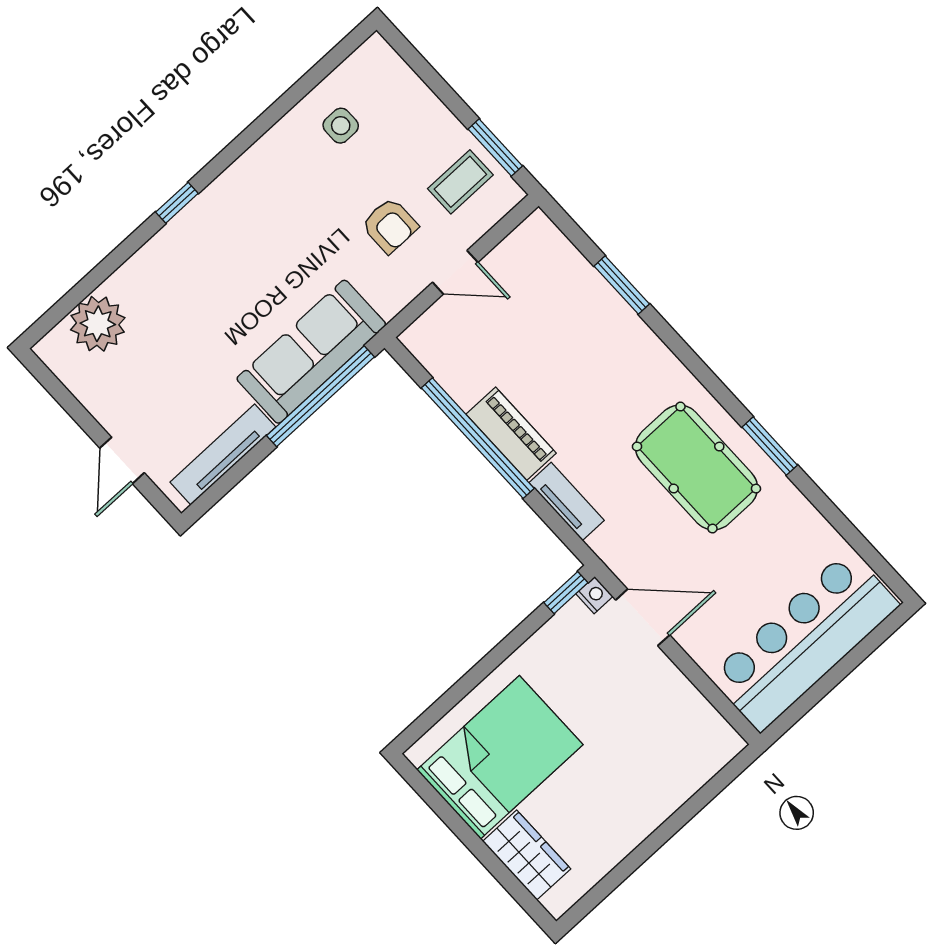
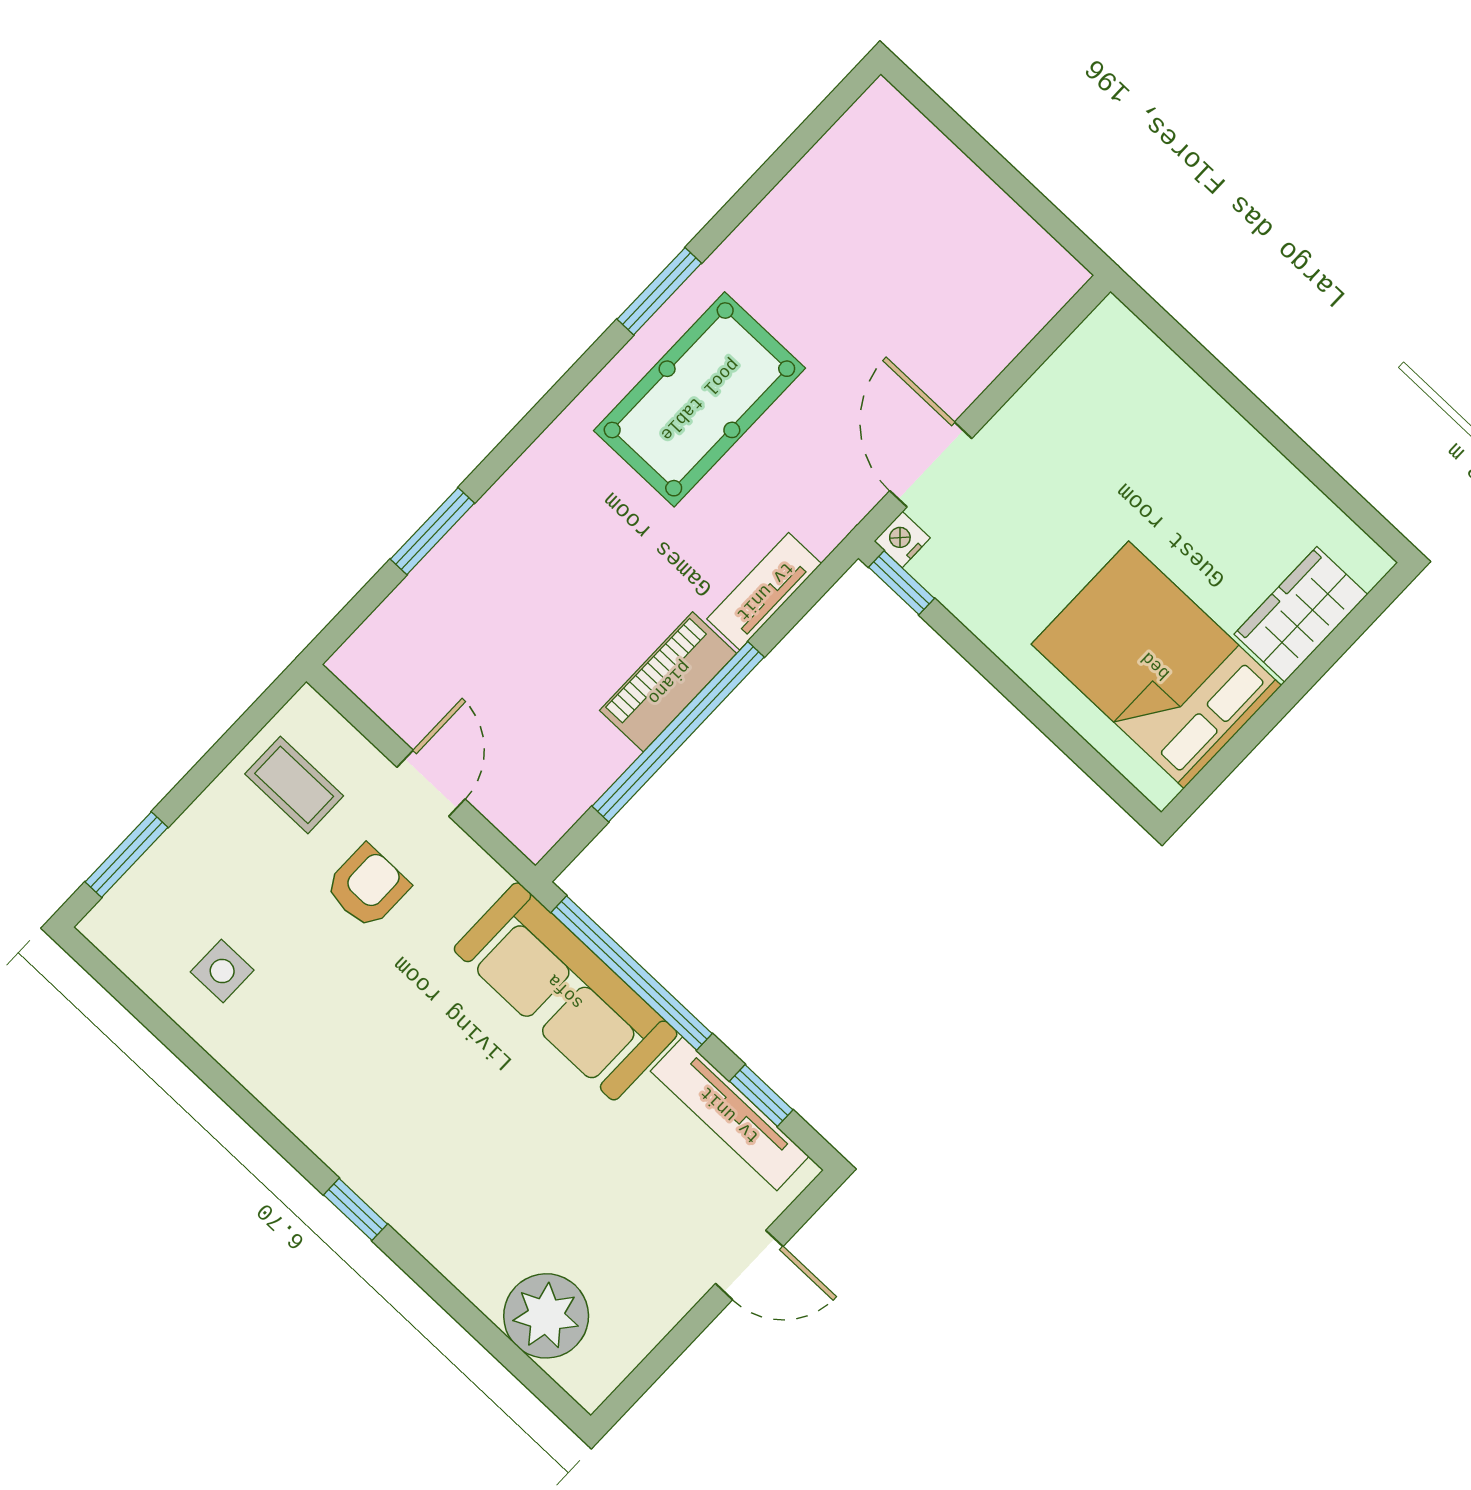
window: (495, 148) -> (126, 855), moved
window: (233, 476) -> (761, 1096), added
bar counter: (804, 641) -> (949, 219), removed

